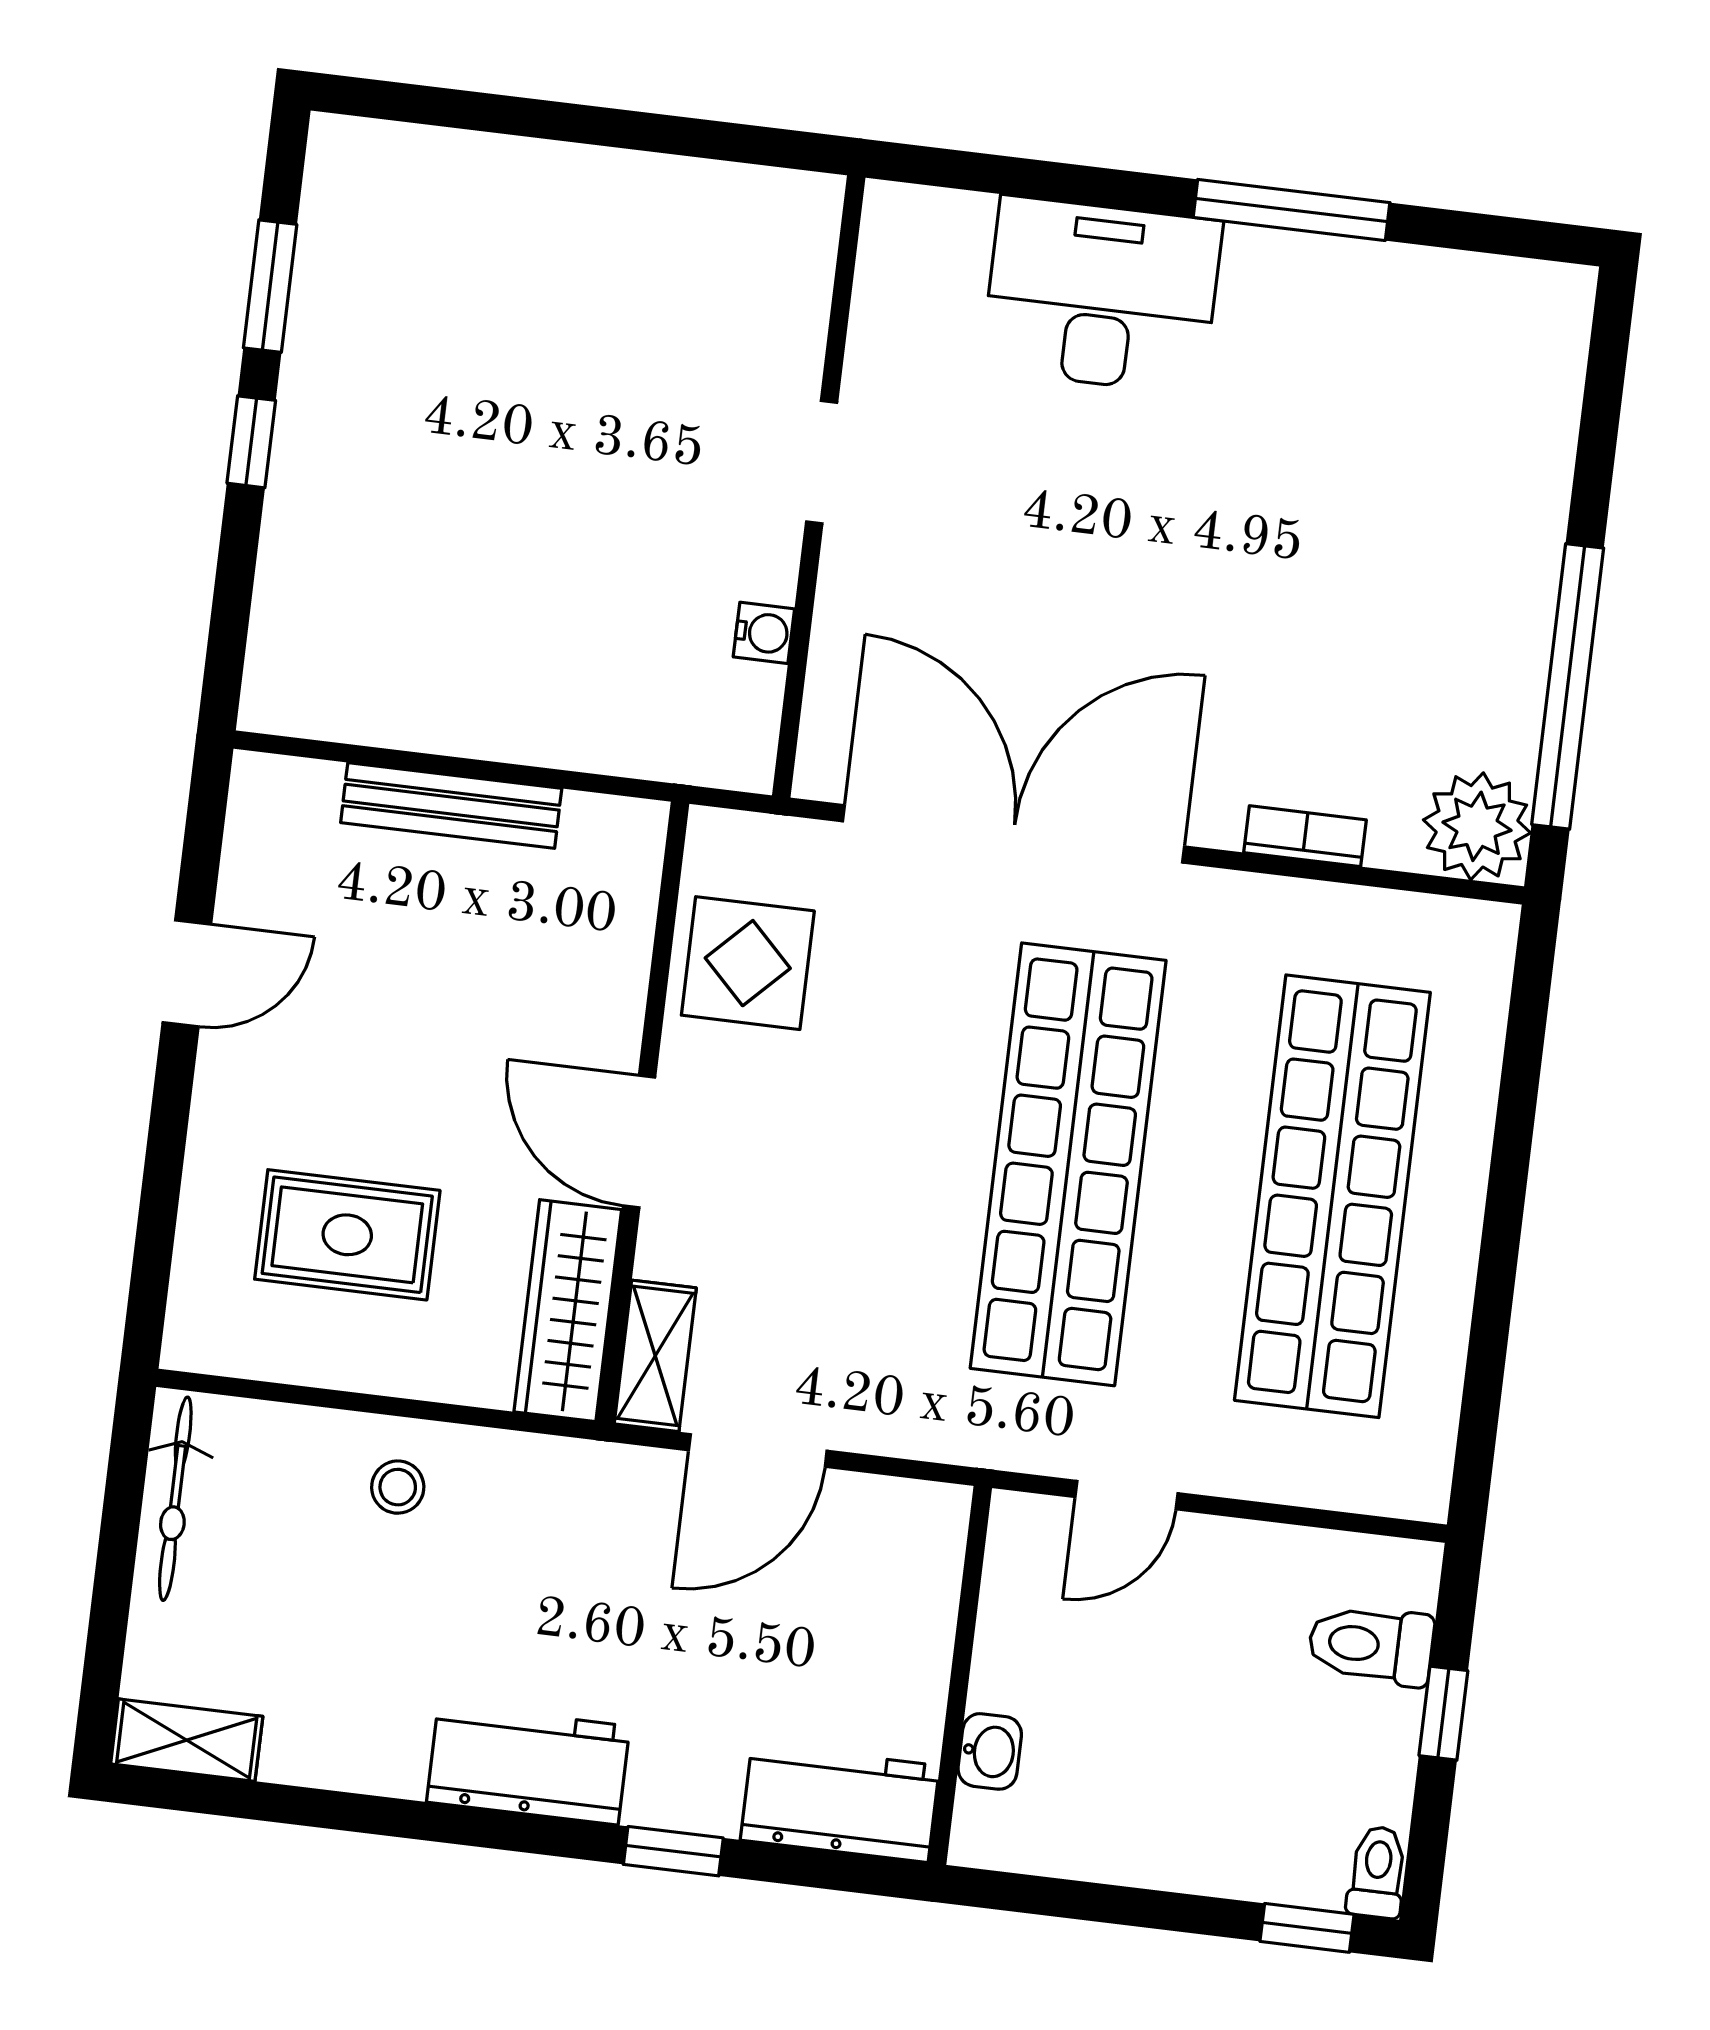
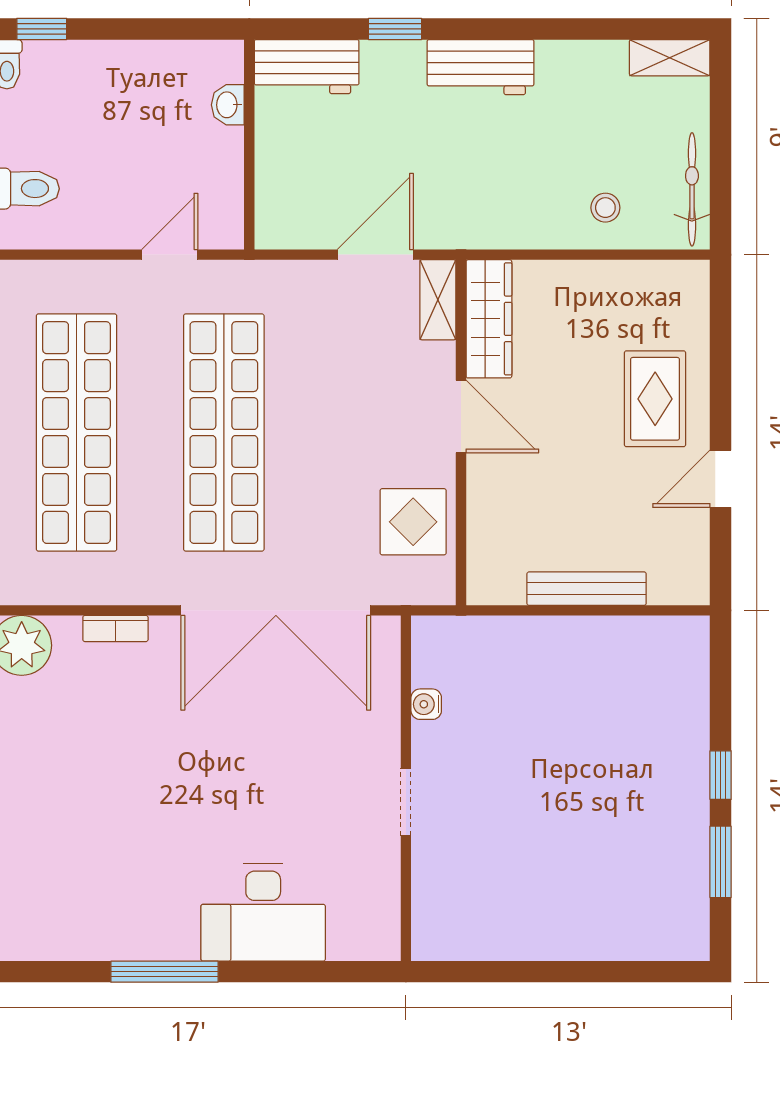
rug: (347, 1235) -> (655, 399), moved, turned 90
stool: (398, 1487) -> (605, 208), moved

